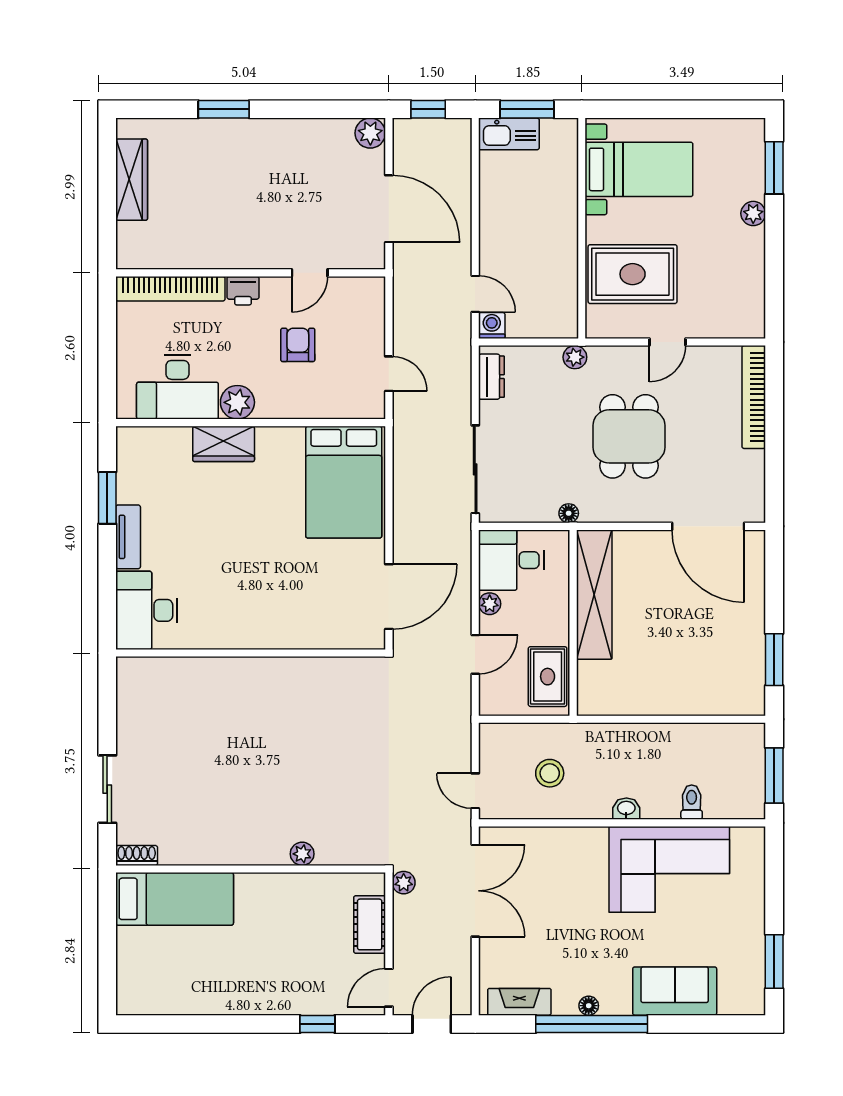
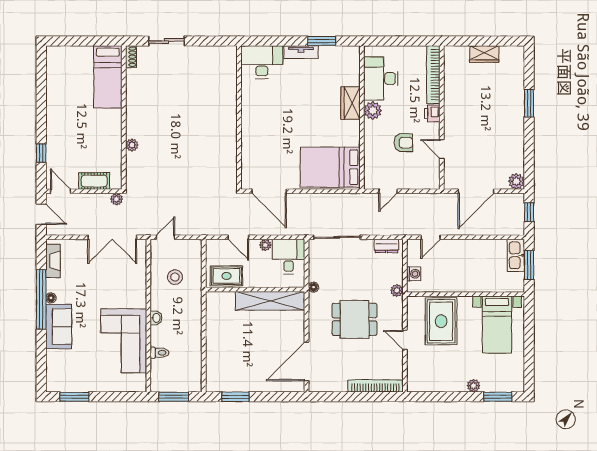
wardrobe: (132, 180) -> (484, 54), width x0.67
washing machine: (492, 325) -> (414, 274), moved
sofa: (675, 991) -> (59, 327), moved

